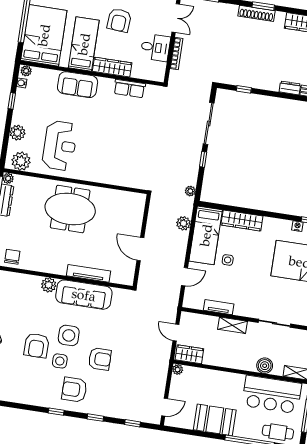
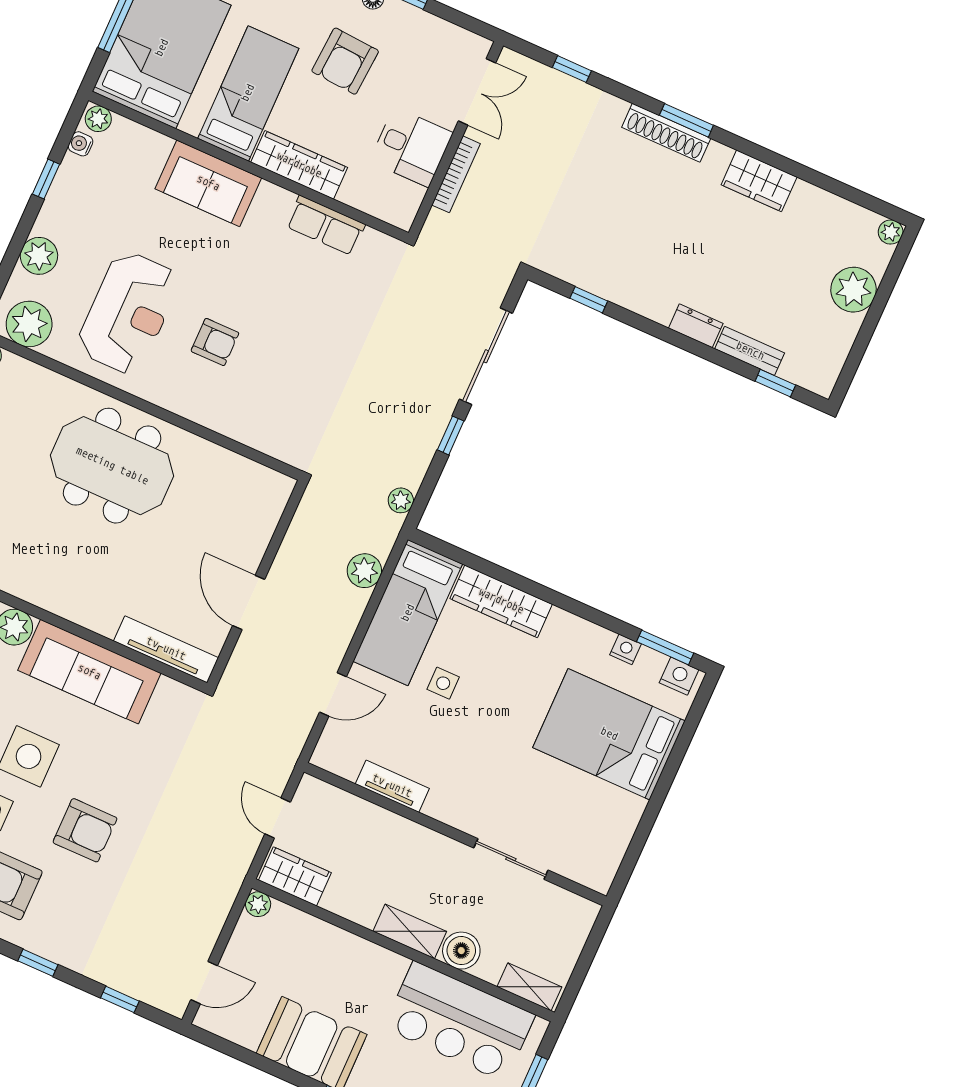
armchair: (98, 148) -> (215, 342), added
tv unit: (89, 273) -> (166, 649), moved
shelving: (233, 325) -> (410, 931), moved

